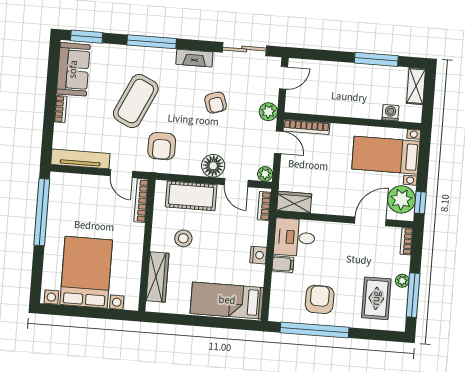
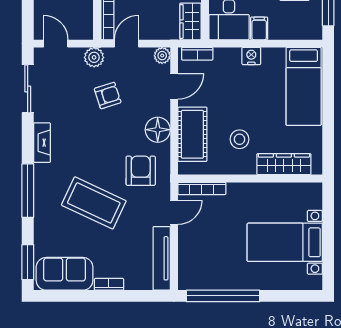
armchair: (216, 103) -> (108, 96), moved
armchair: (162, 146) -> (141, 171), turned -90
floor lamp: (213, 166) -> (158, 130), moved
bed with nightstands: (86, 272) -> (285, 242), width x0.73

